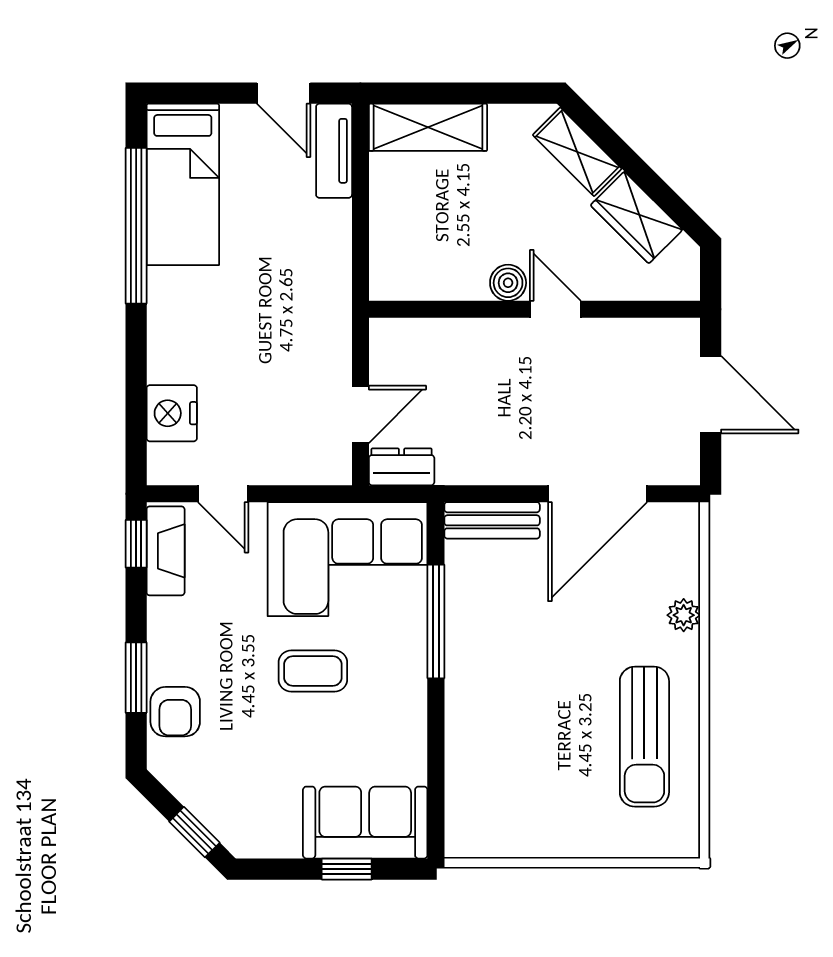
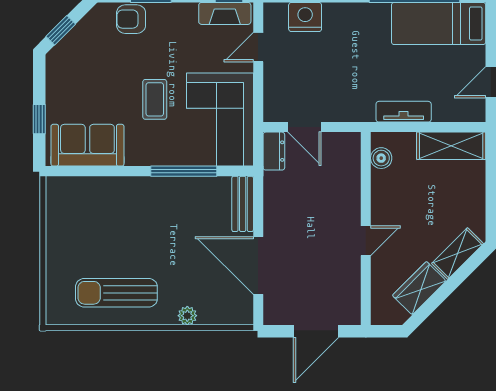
shelving: (428, 127) -> (451, 146), moved, turned 90
tv unit: (334, 151) -> (404, 112), moved
boiler: (508, 283) -> (381, 158), moved
sofa: (365, 823) -> (87, 145), moved, turned -90

